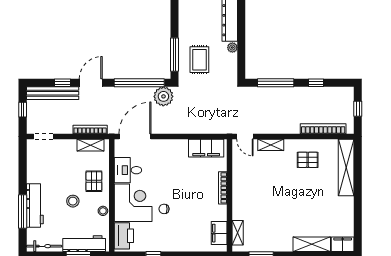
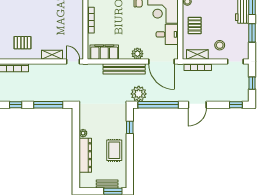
window: (175, 55) -> (130, 127), width x0.46
rug: (199, 60) -> (114, 150), moved
window: (63, 83) -> (236, 105), moved
bench: (53, 93) -> (124, 69), moved
door: (135, 136) -> (162, 61), hinge flipped
plant: (165, 146) -> (137, 54), added
window: (23, 172) -> (252, 33), added
stool: (73, 201) -> (220, 45), moved

